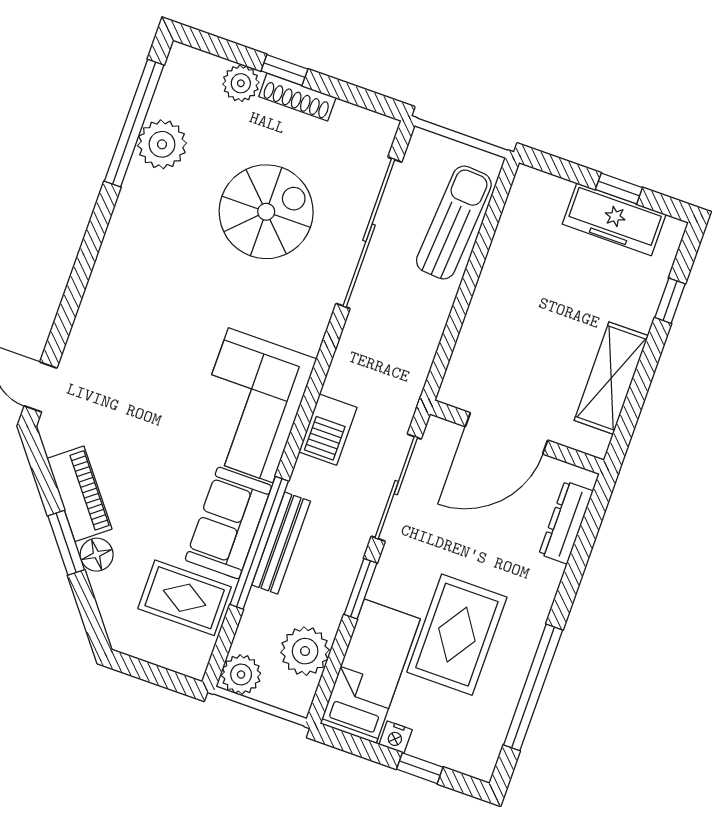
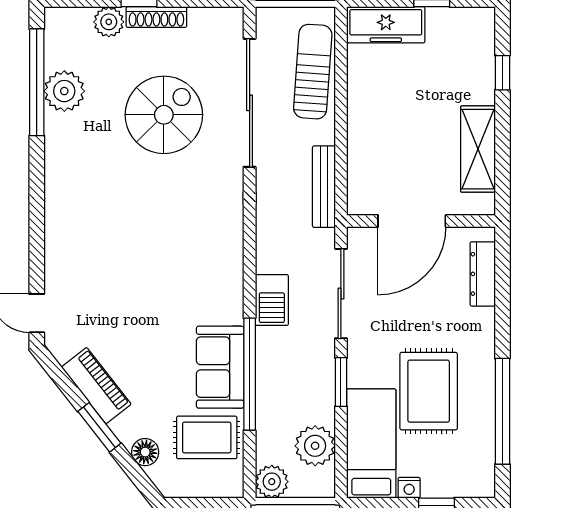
freezer: (614, 219) -> (386, 25), moved
corner sofa: (251, 405) -> (205, 270), removed
barbecue: (328, 430) -> (272, 300), moved
bench: (281, 543) -> (324, 187), moved
floor lamp: (97, 555) -> (145, 452), moved

